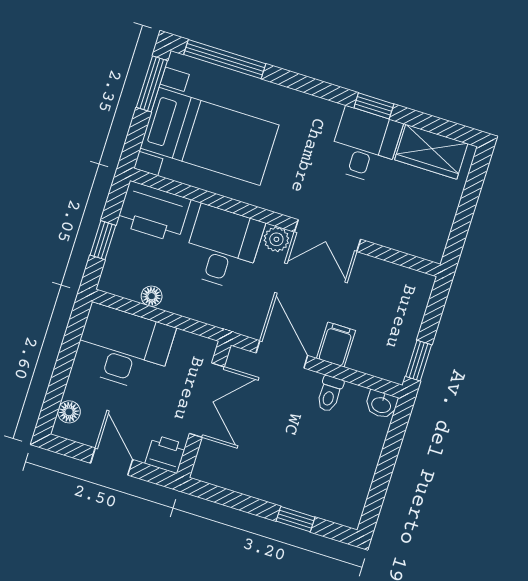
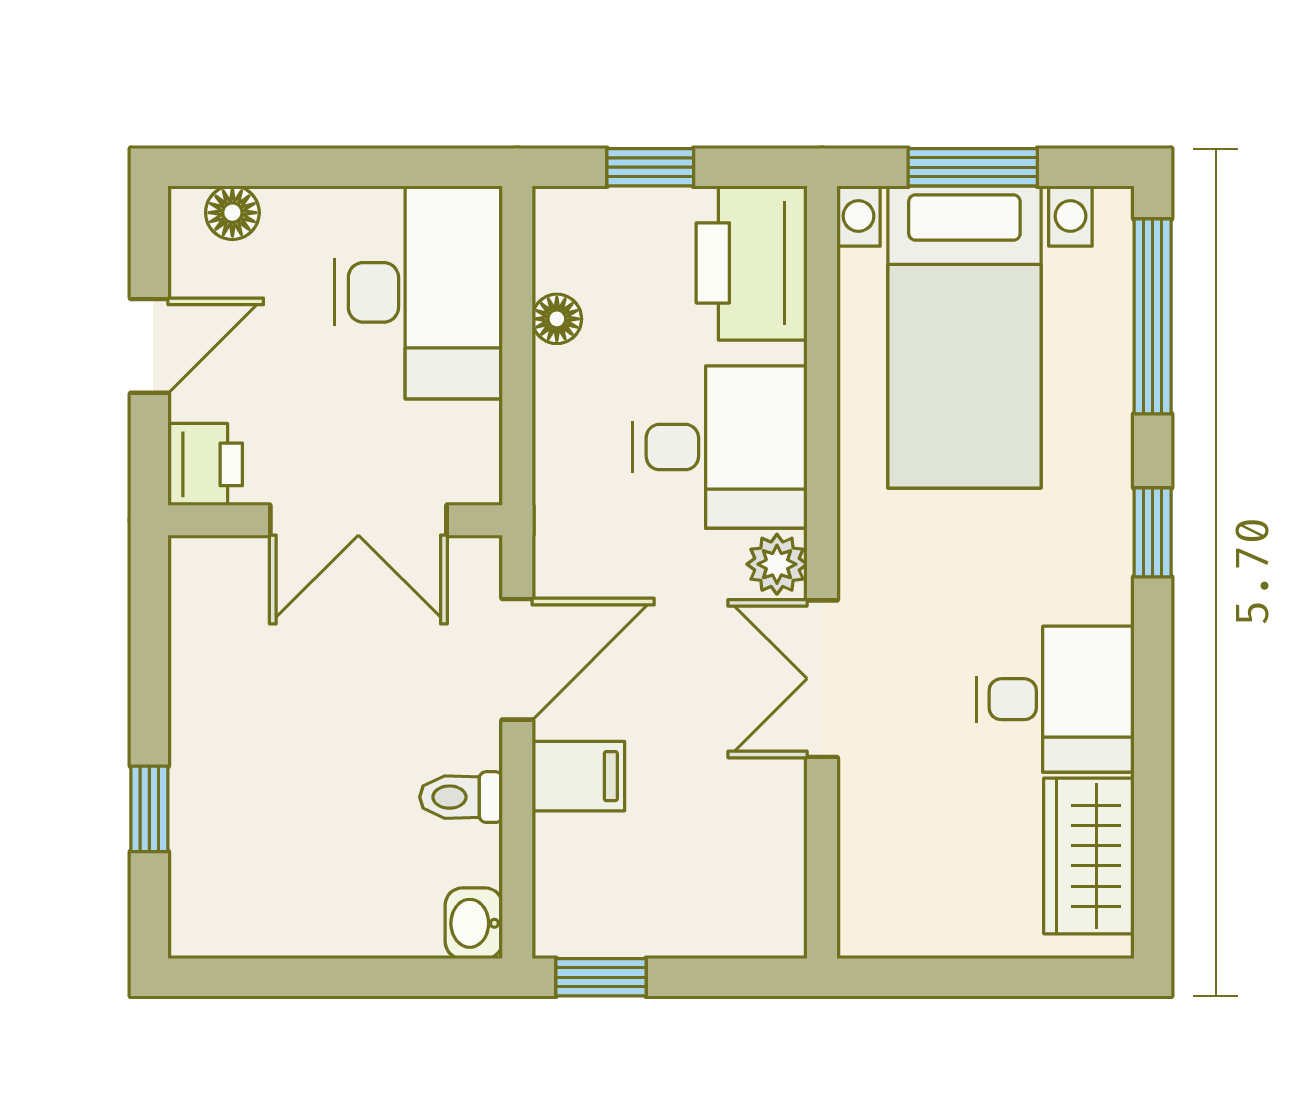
window: (152, 84) -> (973, 167), moved
window: (374, 106) -> (1153, 532), moved

